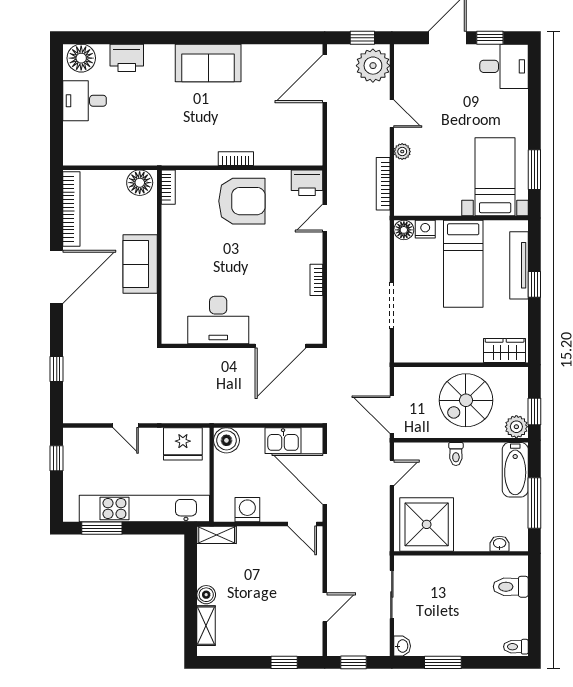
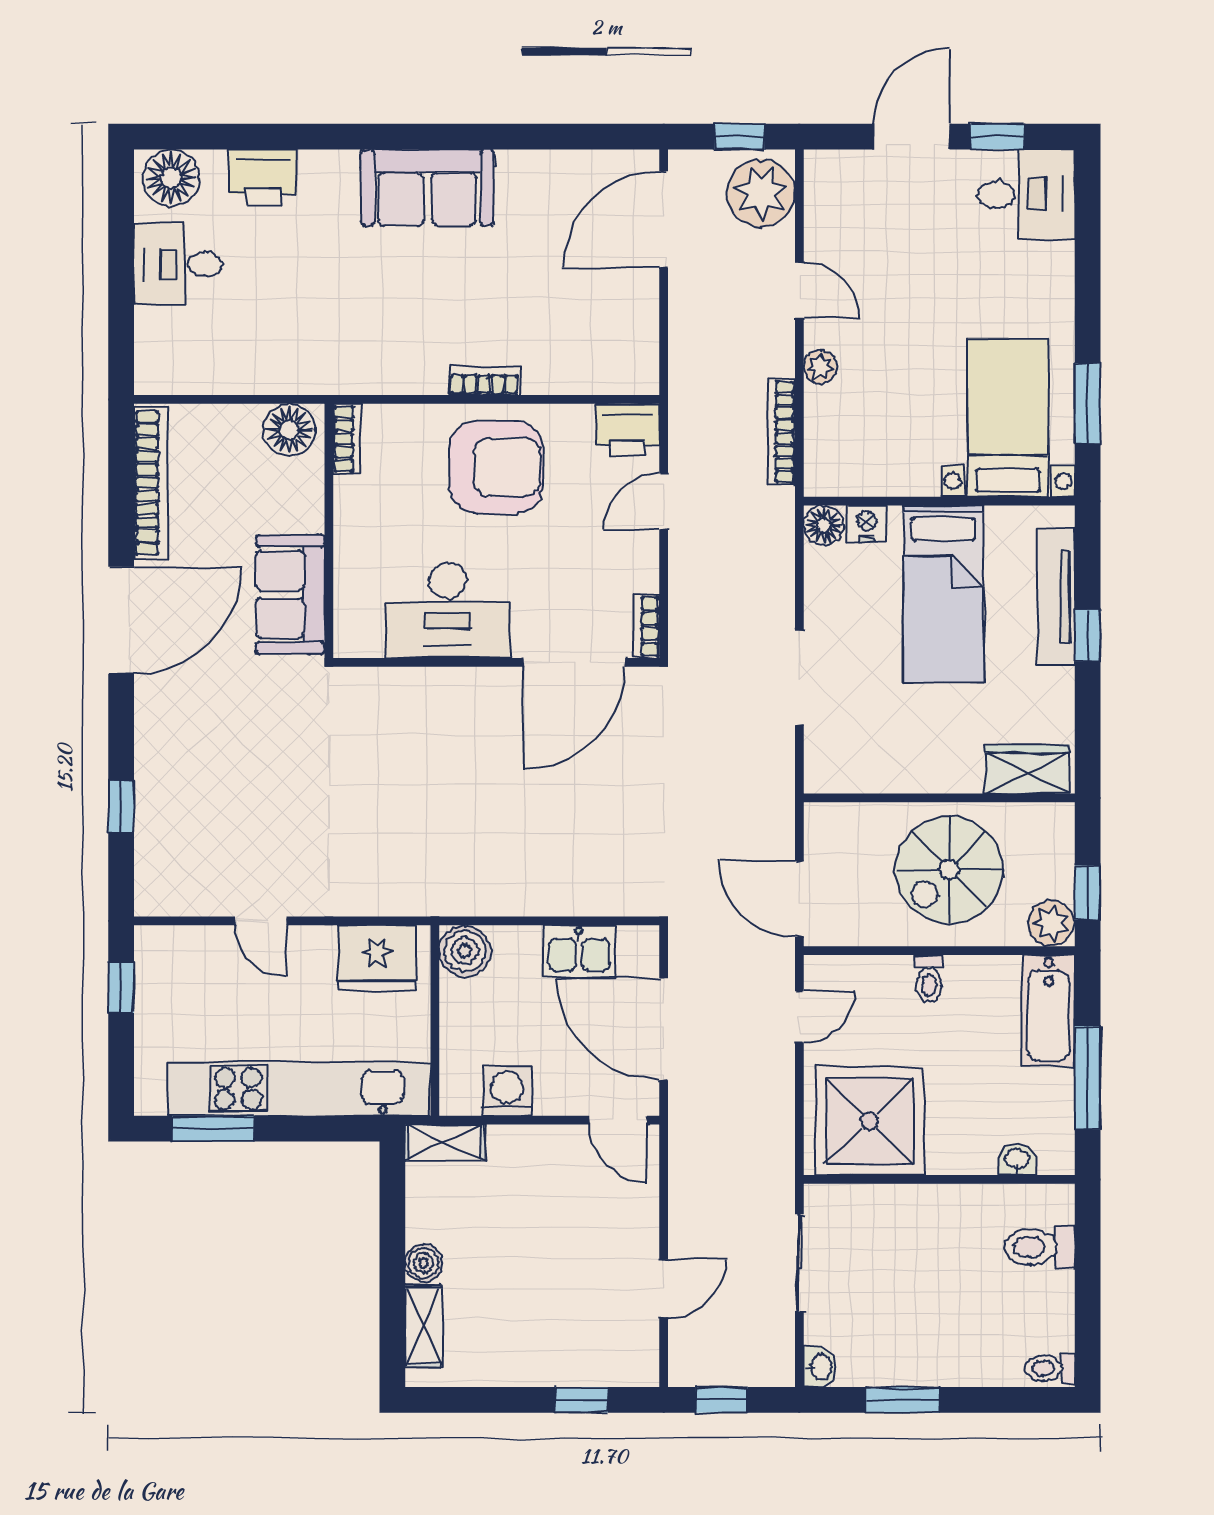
desk: (218, 320) -> (448, 610), moved
wall: (242, 346) -> (496, 662), moved
door: (281, 346) -> (574, 662), moved

